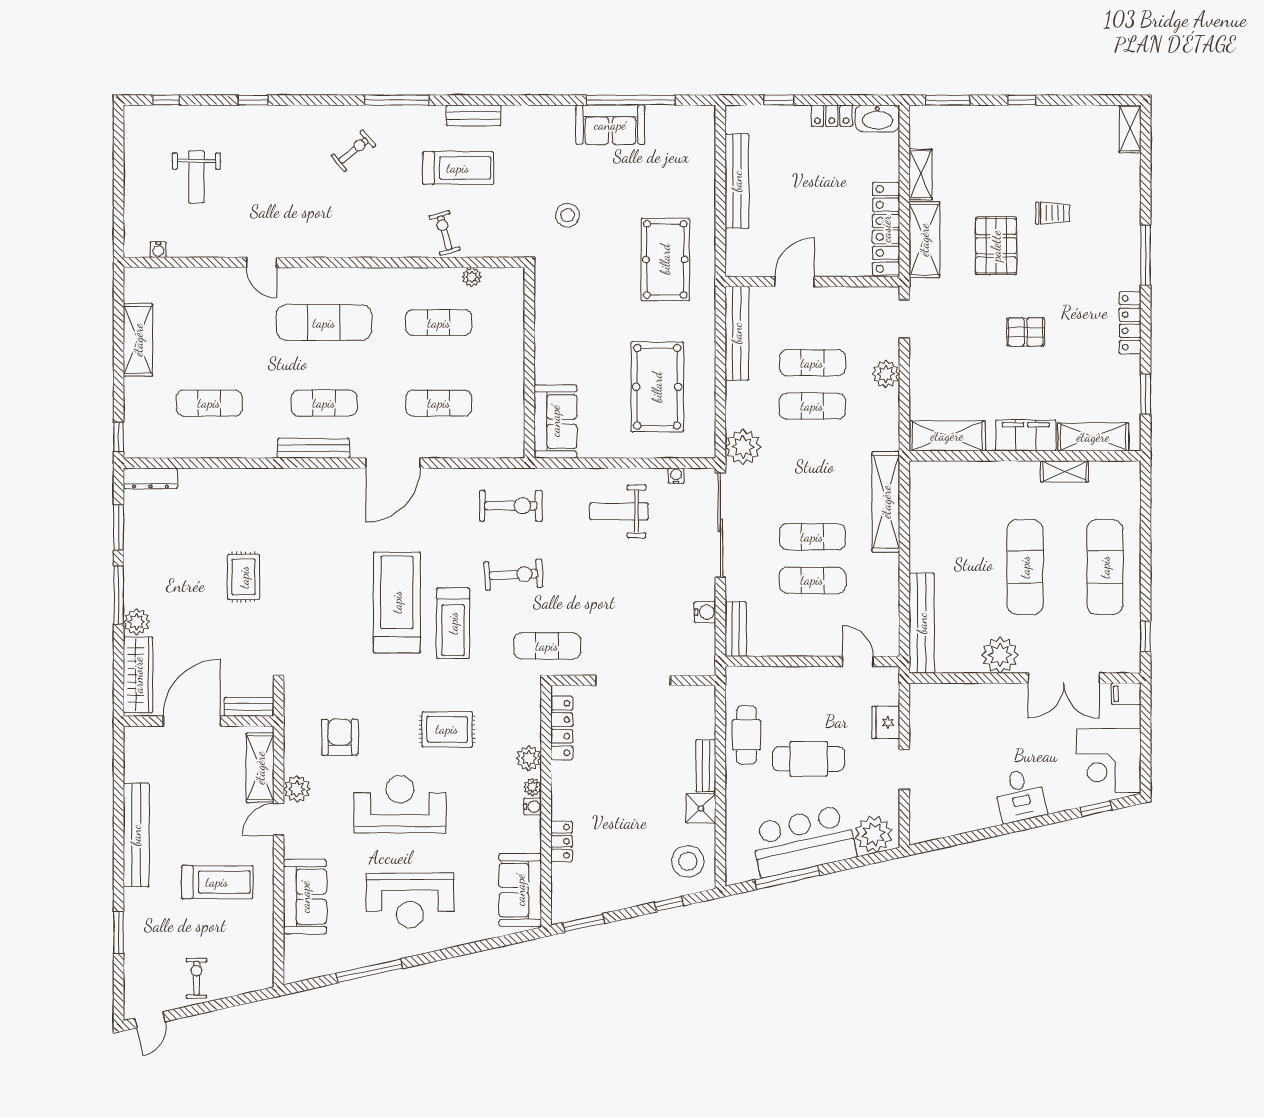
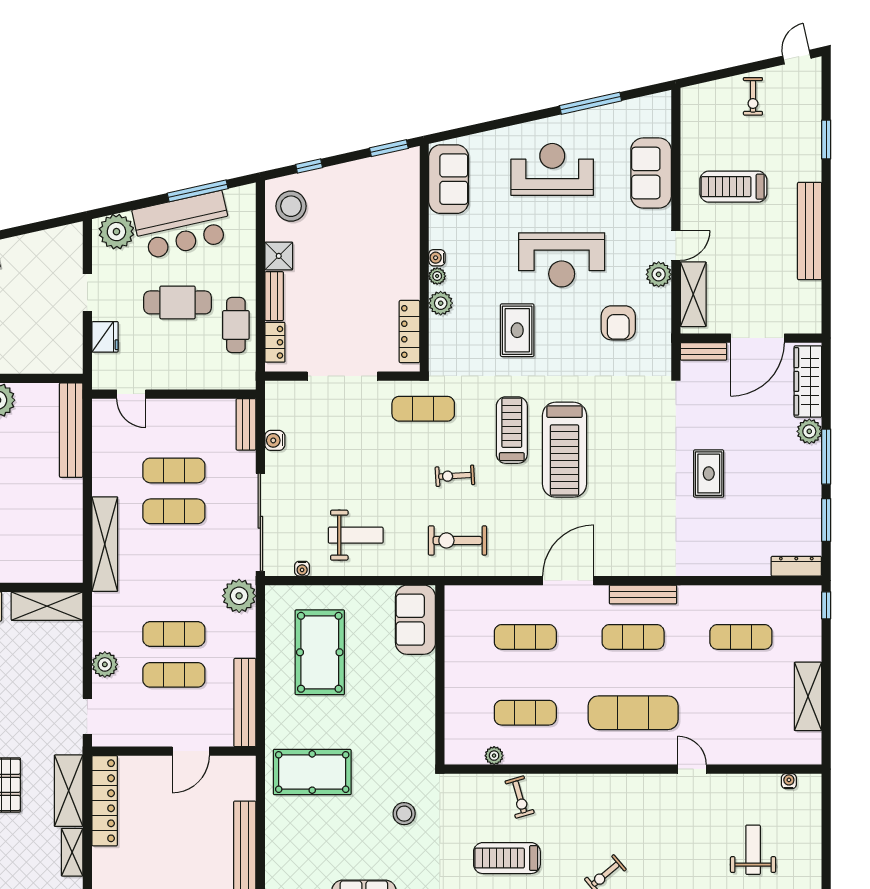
pool table: (665, 259) -> (312, 772), turned 90
exercise bike: (514, 575) -> (455, 476), width x0.73, depth x0.72
rug: (447, 729) -> (517, 330), turned 90
locker: (562, 841) -> (275, 342), moved, turned 180

